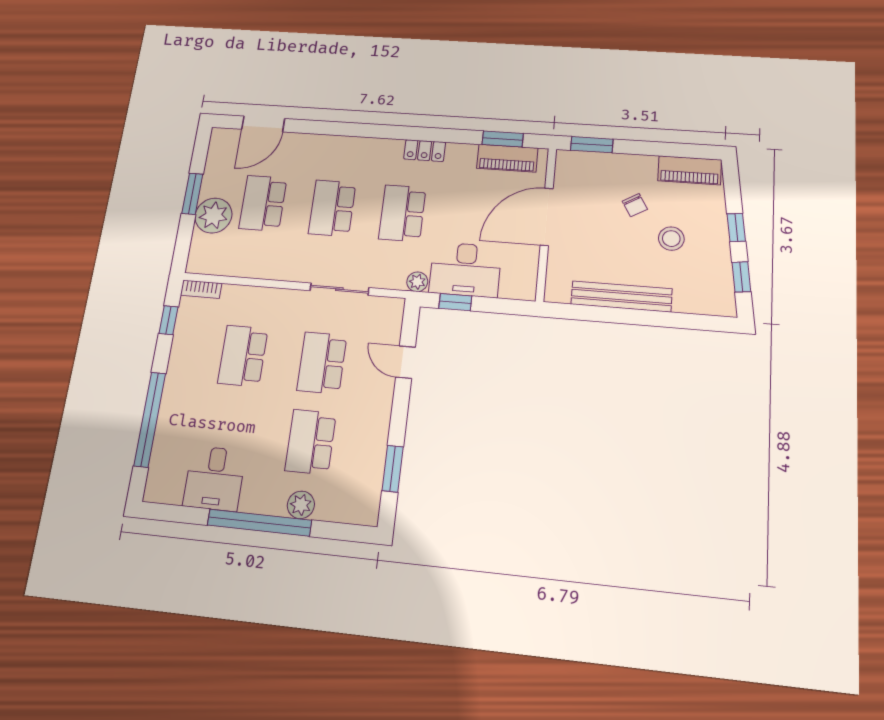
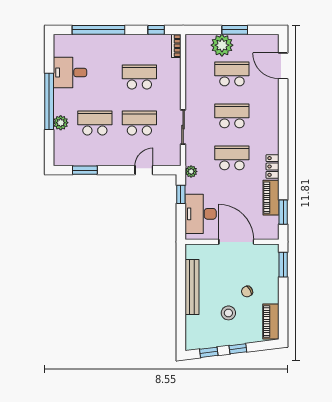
piano: (507, 158) -> (271, 198), moved
desk: (465, 270) -> (201, 214), moved

